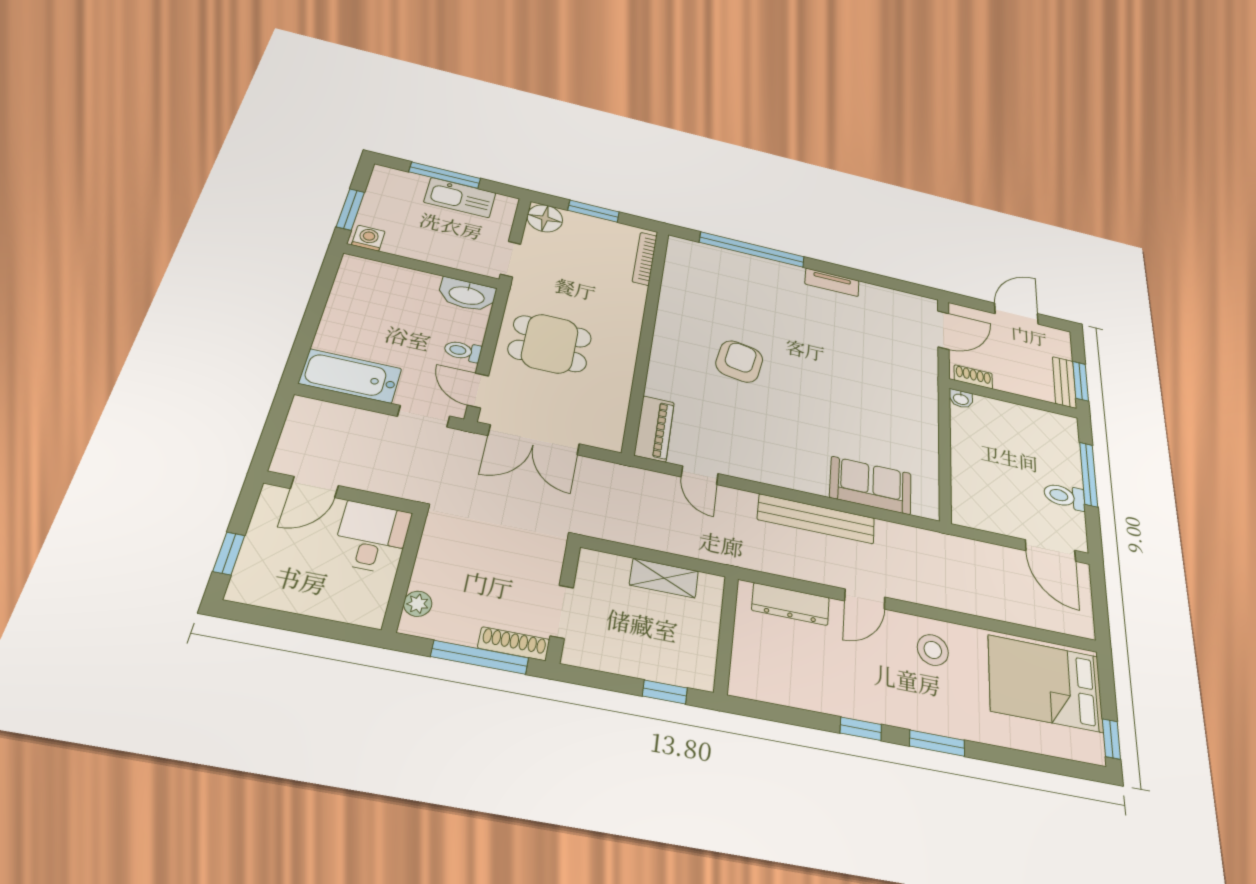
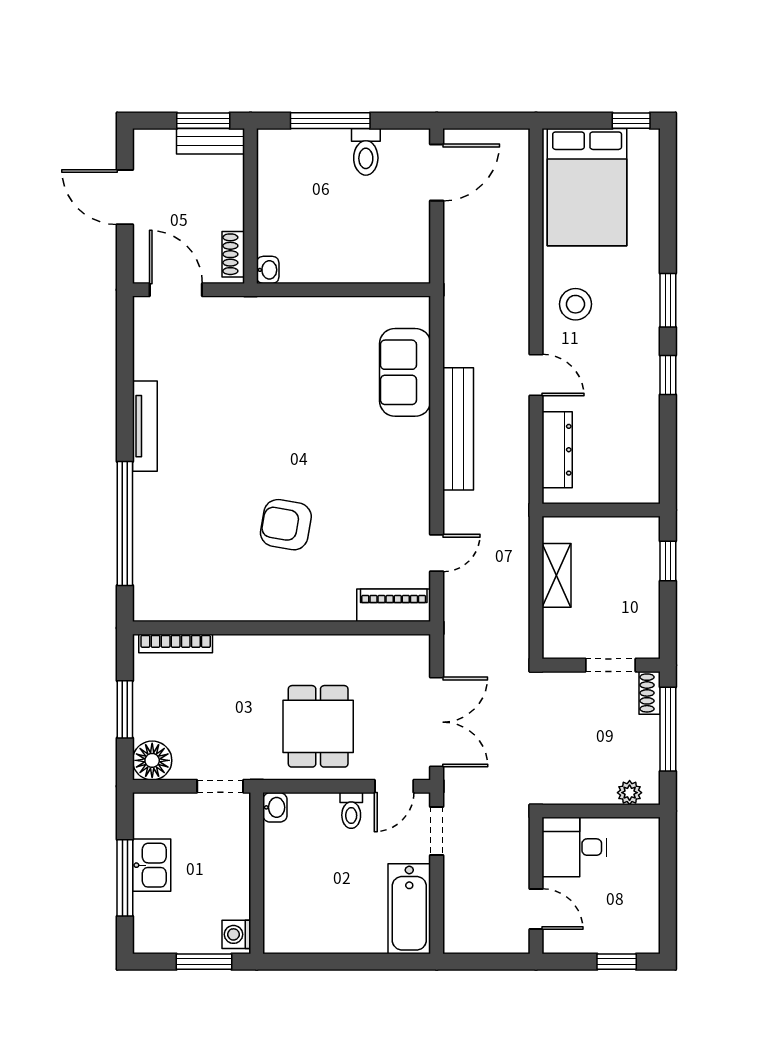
kitchen sink: (460, 198) -> (152, 865), width x0.73
tv unit: (832, 282) -> (145, 426), width x1.41
washbasin: (467, 295) -> (275, 807), width x0.52, depth x0.69
shoe rack: (514, 644) -> (650, 693), width x0.70

